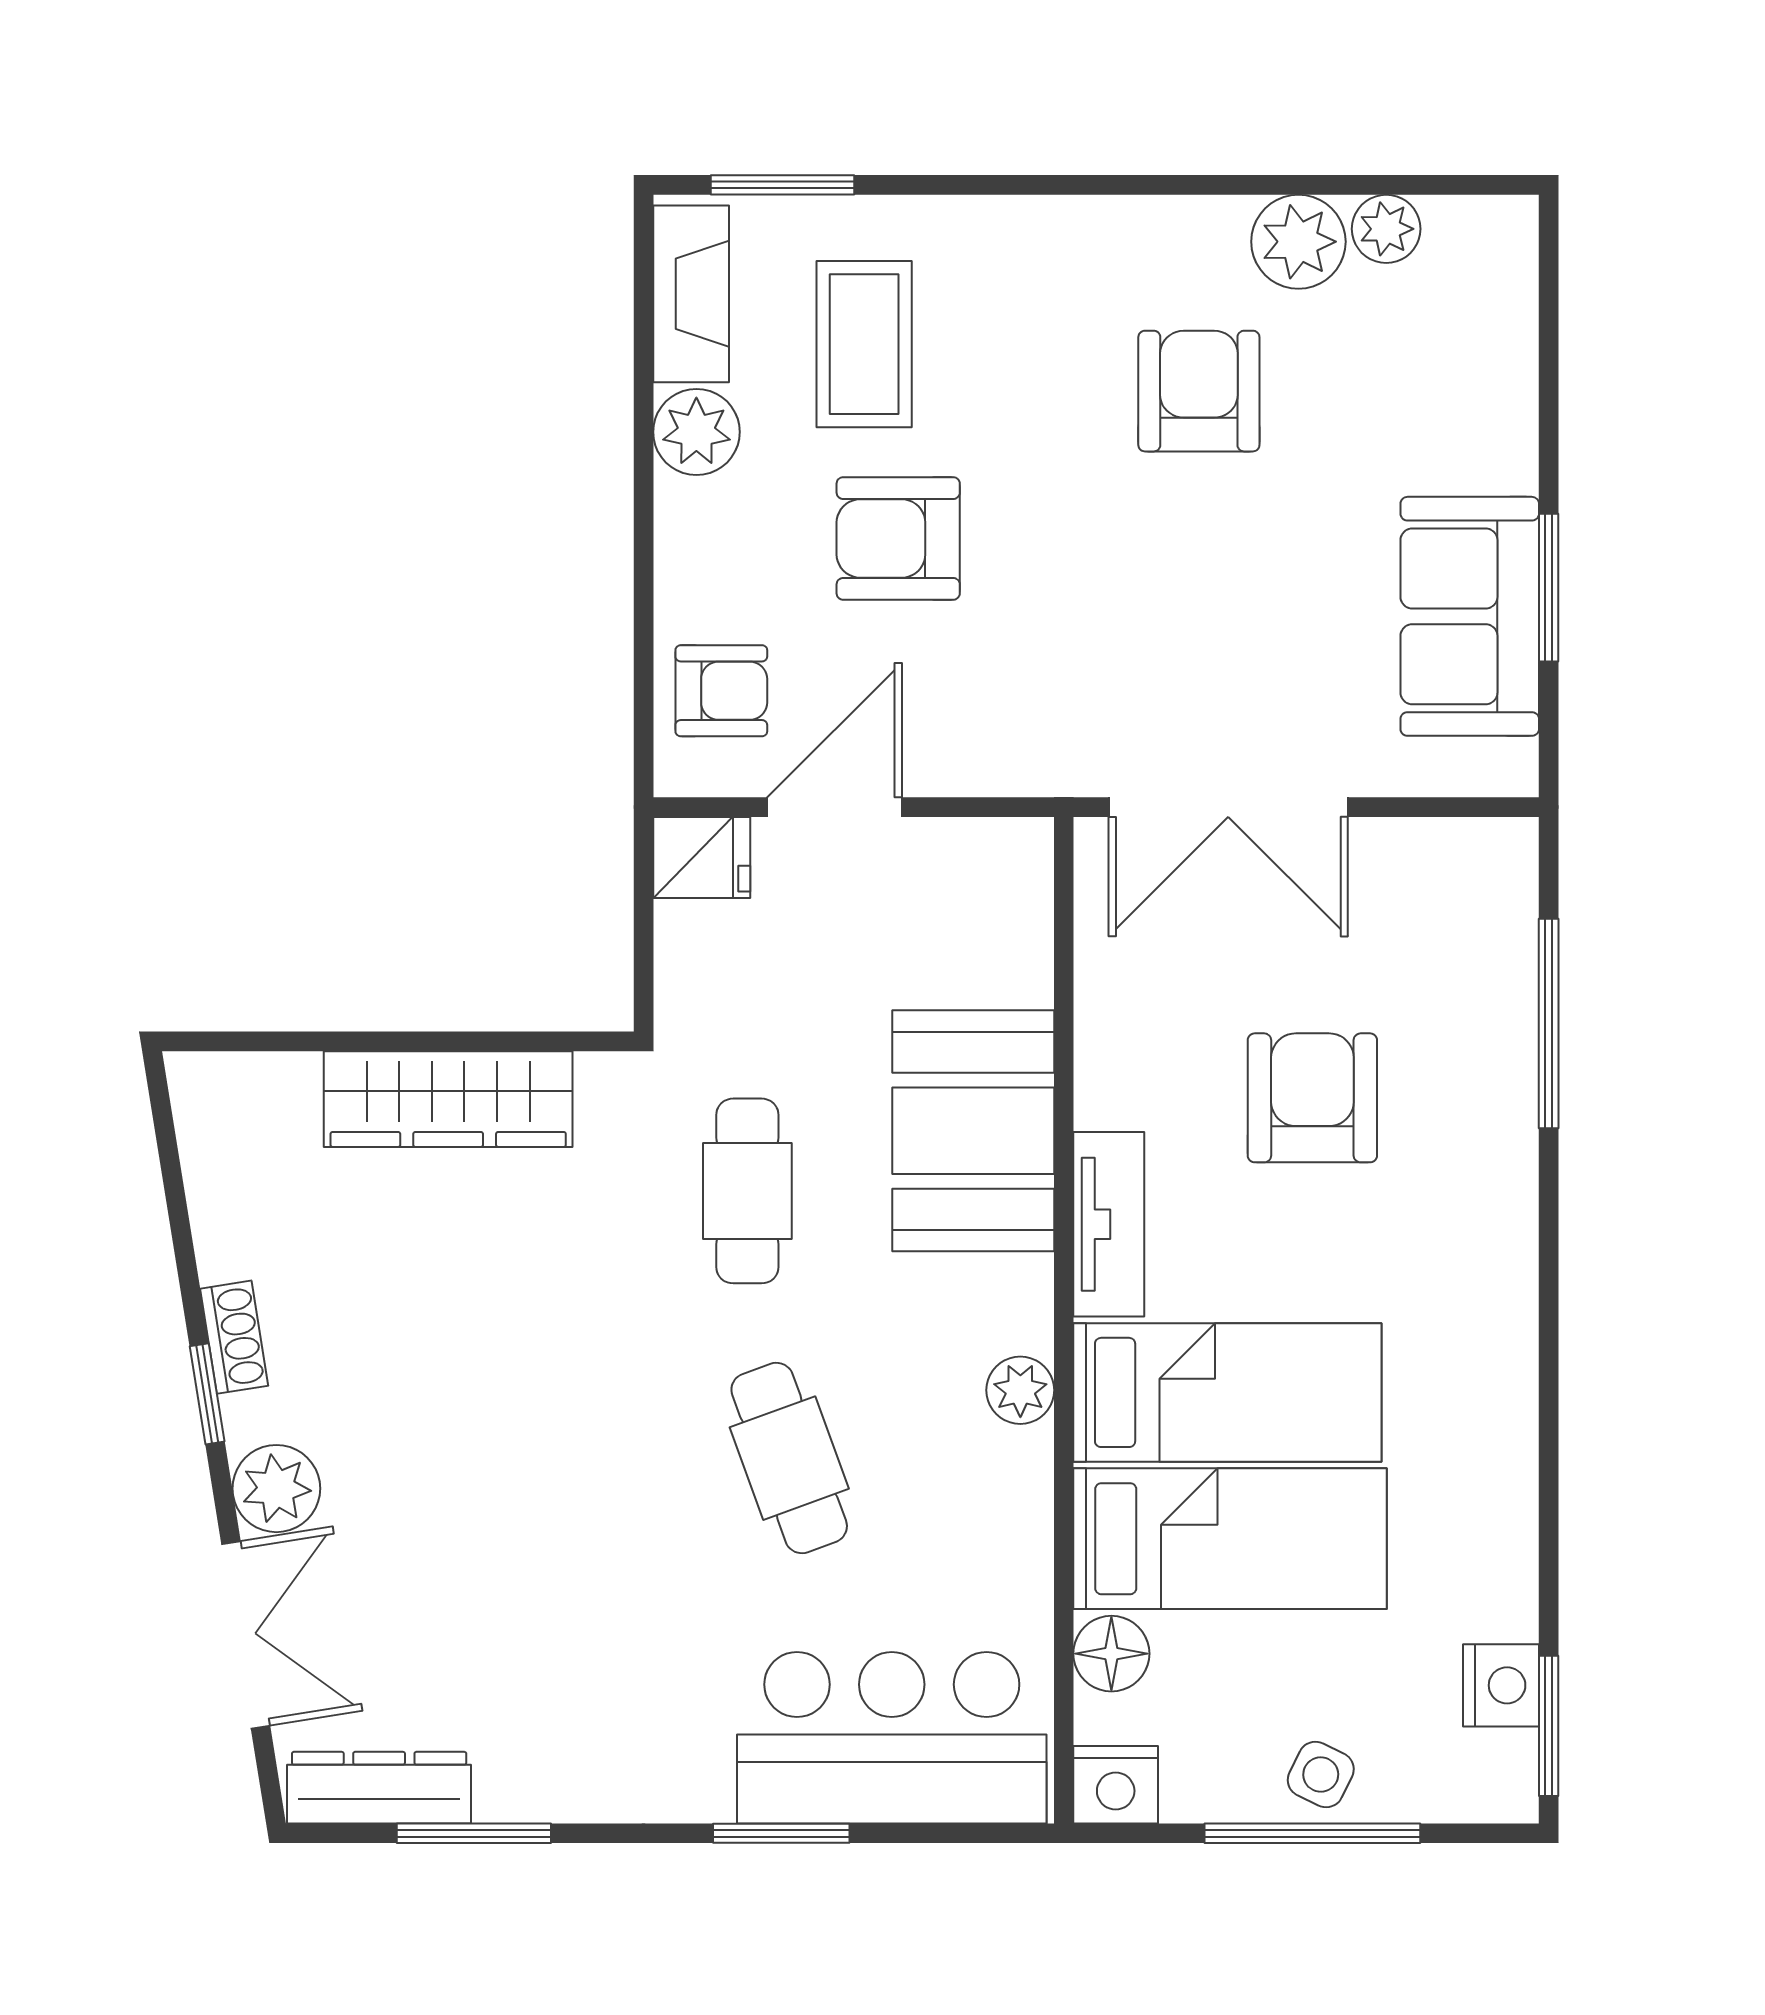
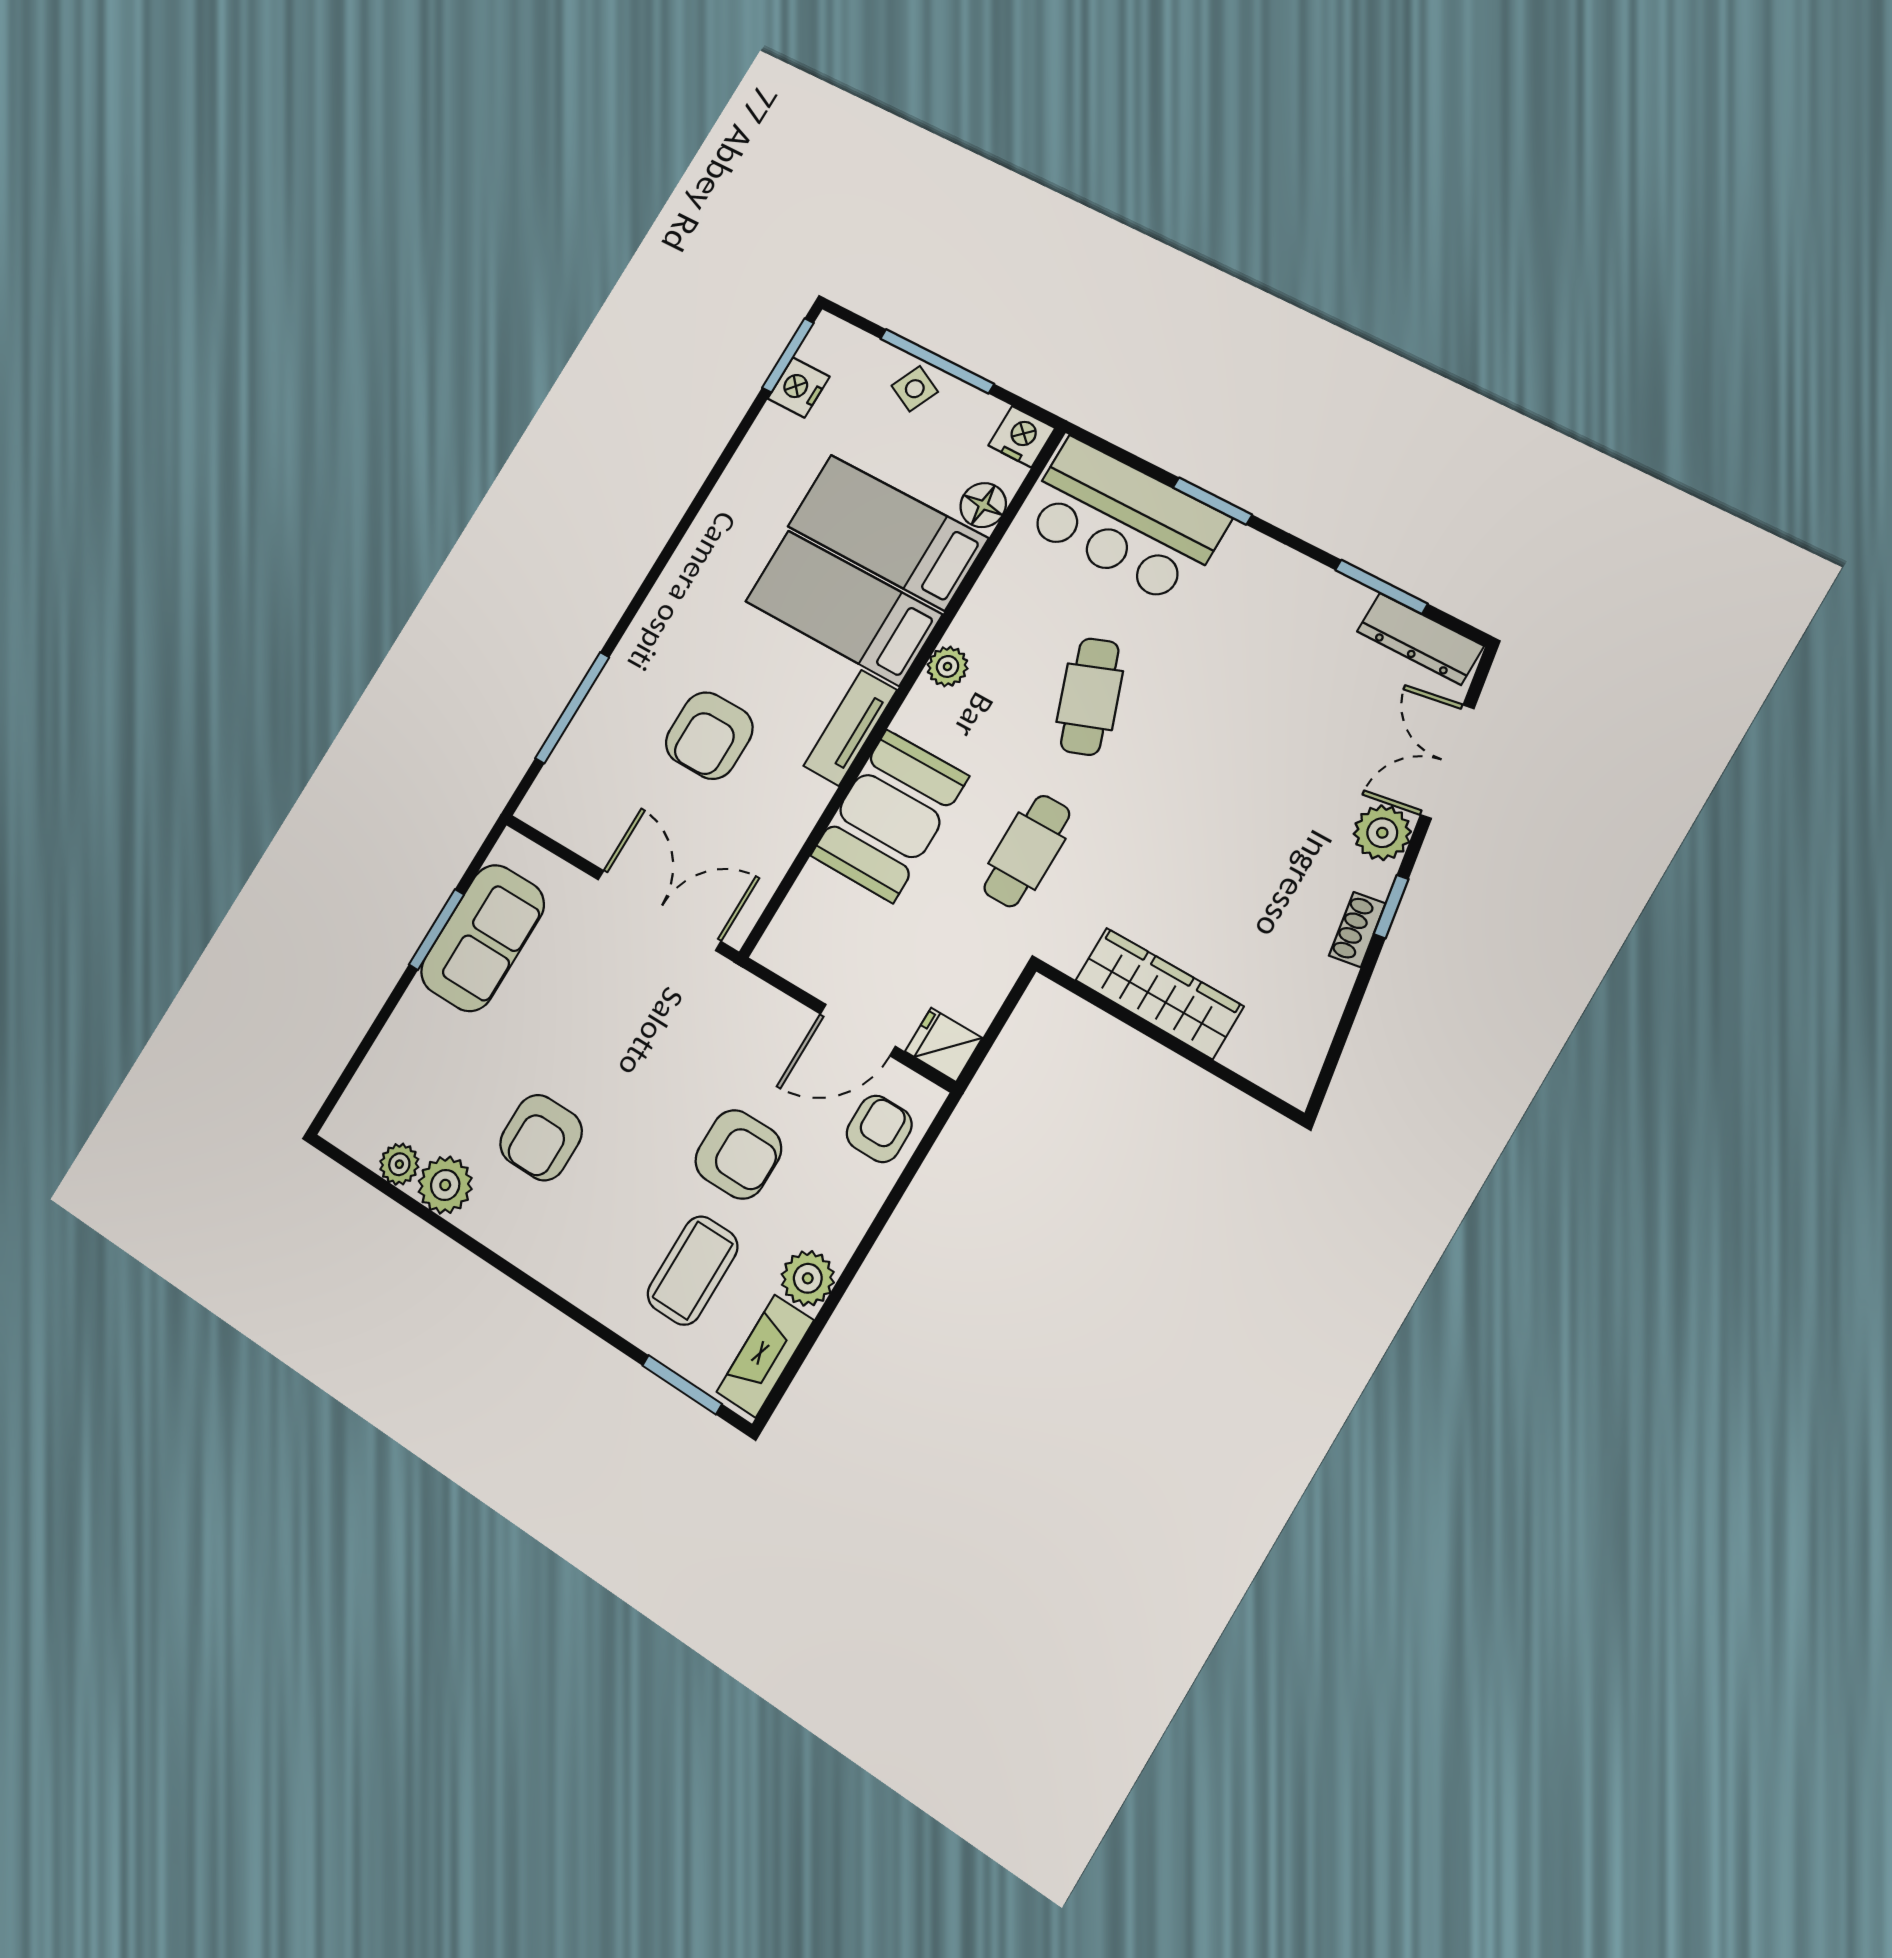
armchair: (721, 691) -> (879, 1129), turned 90

